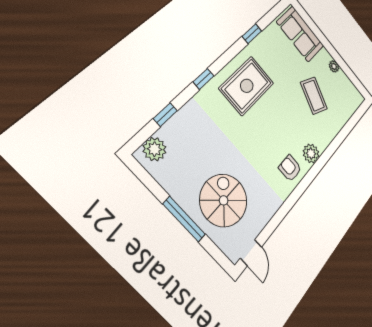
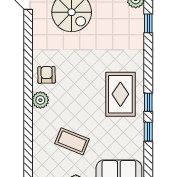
window: (204, 79) -> (148, 102), moved
armchair: (290, 168) -> (47, 75), turned -91

